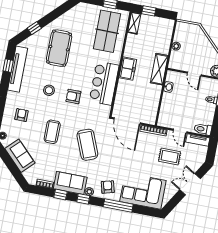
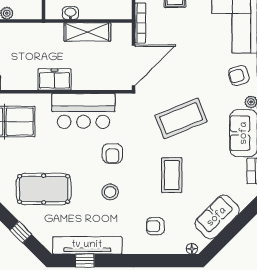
shelving: (159, 69) -> (87, 32), moved
coffee table: (52, 132) -> (172, 175), turned 90

